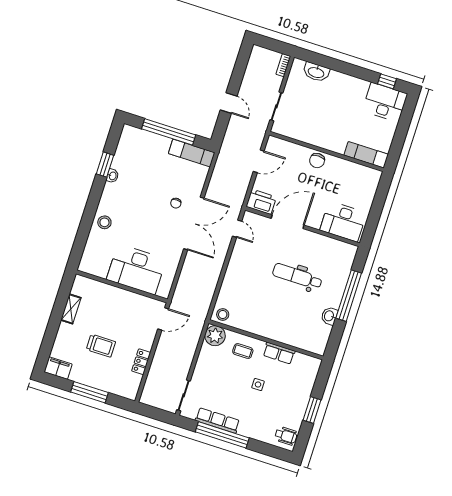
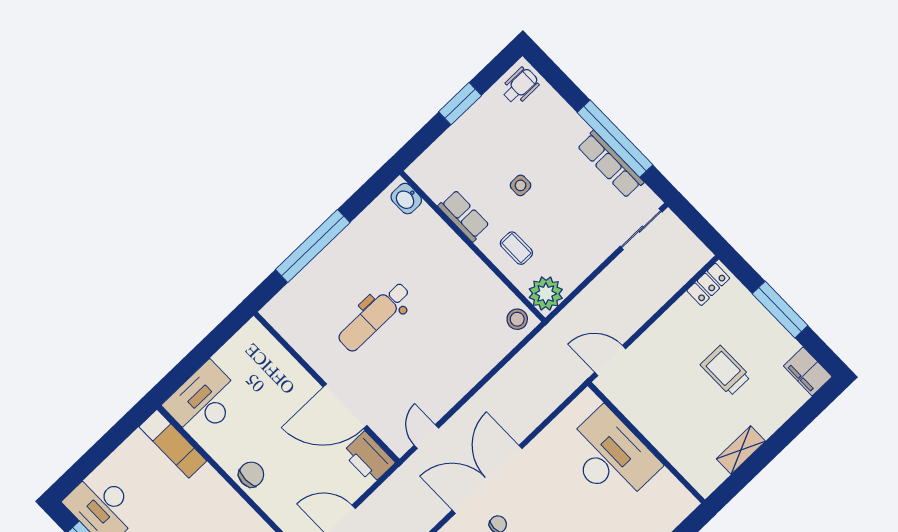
desk: (343, 222) -> (204, 401), moved, turned -90
dental chair: (297, 276) -> (374, 317), turned 90
washbasin: (329, 316) -> (406, 199), moved, turned 90
locker: (141, 362) -> (708, 284), moved
wheelchair: (286, 436) -> (520, 86), turned 90

